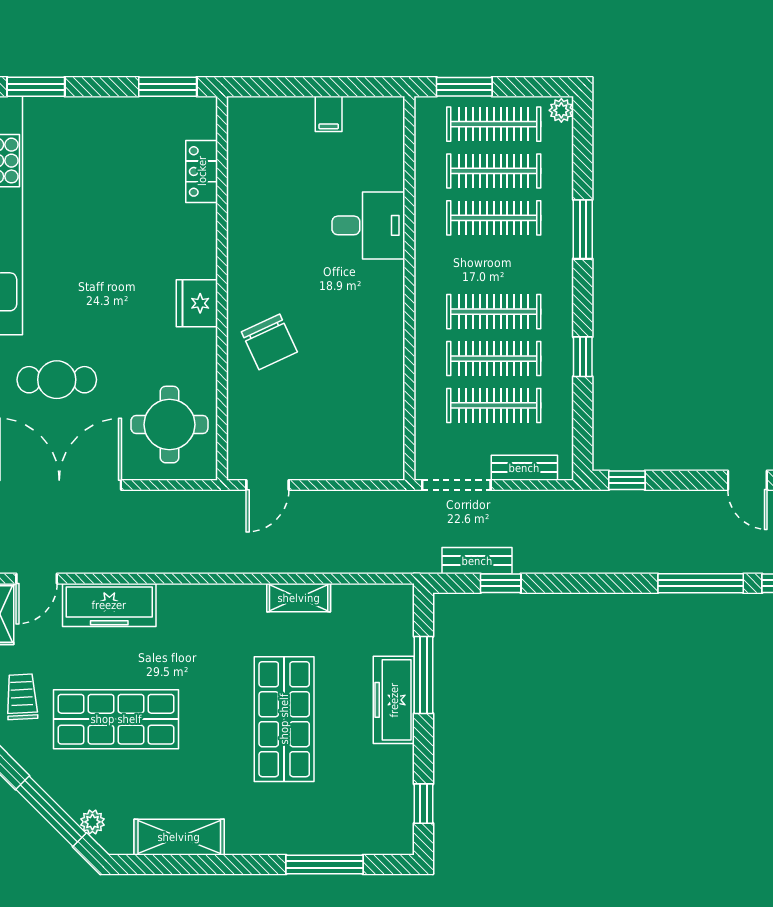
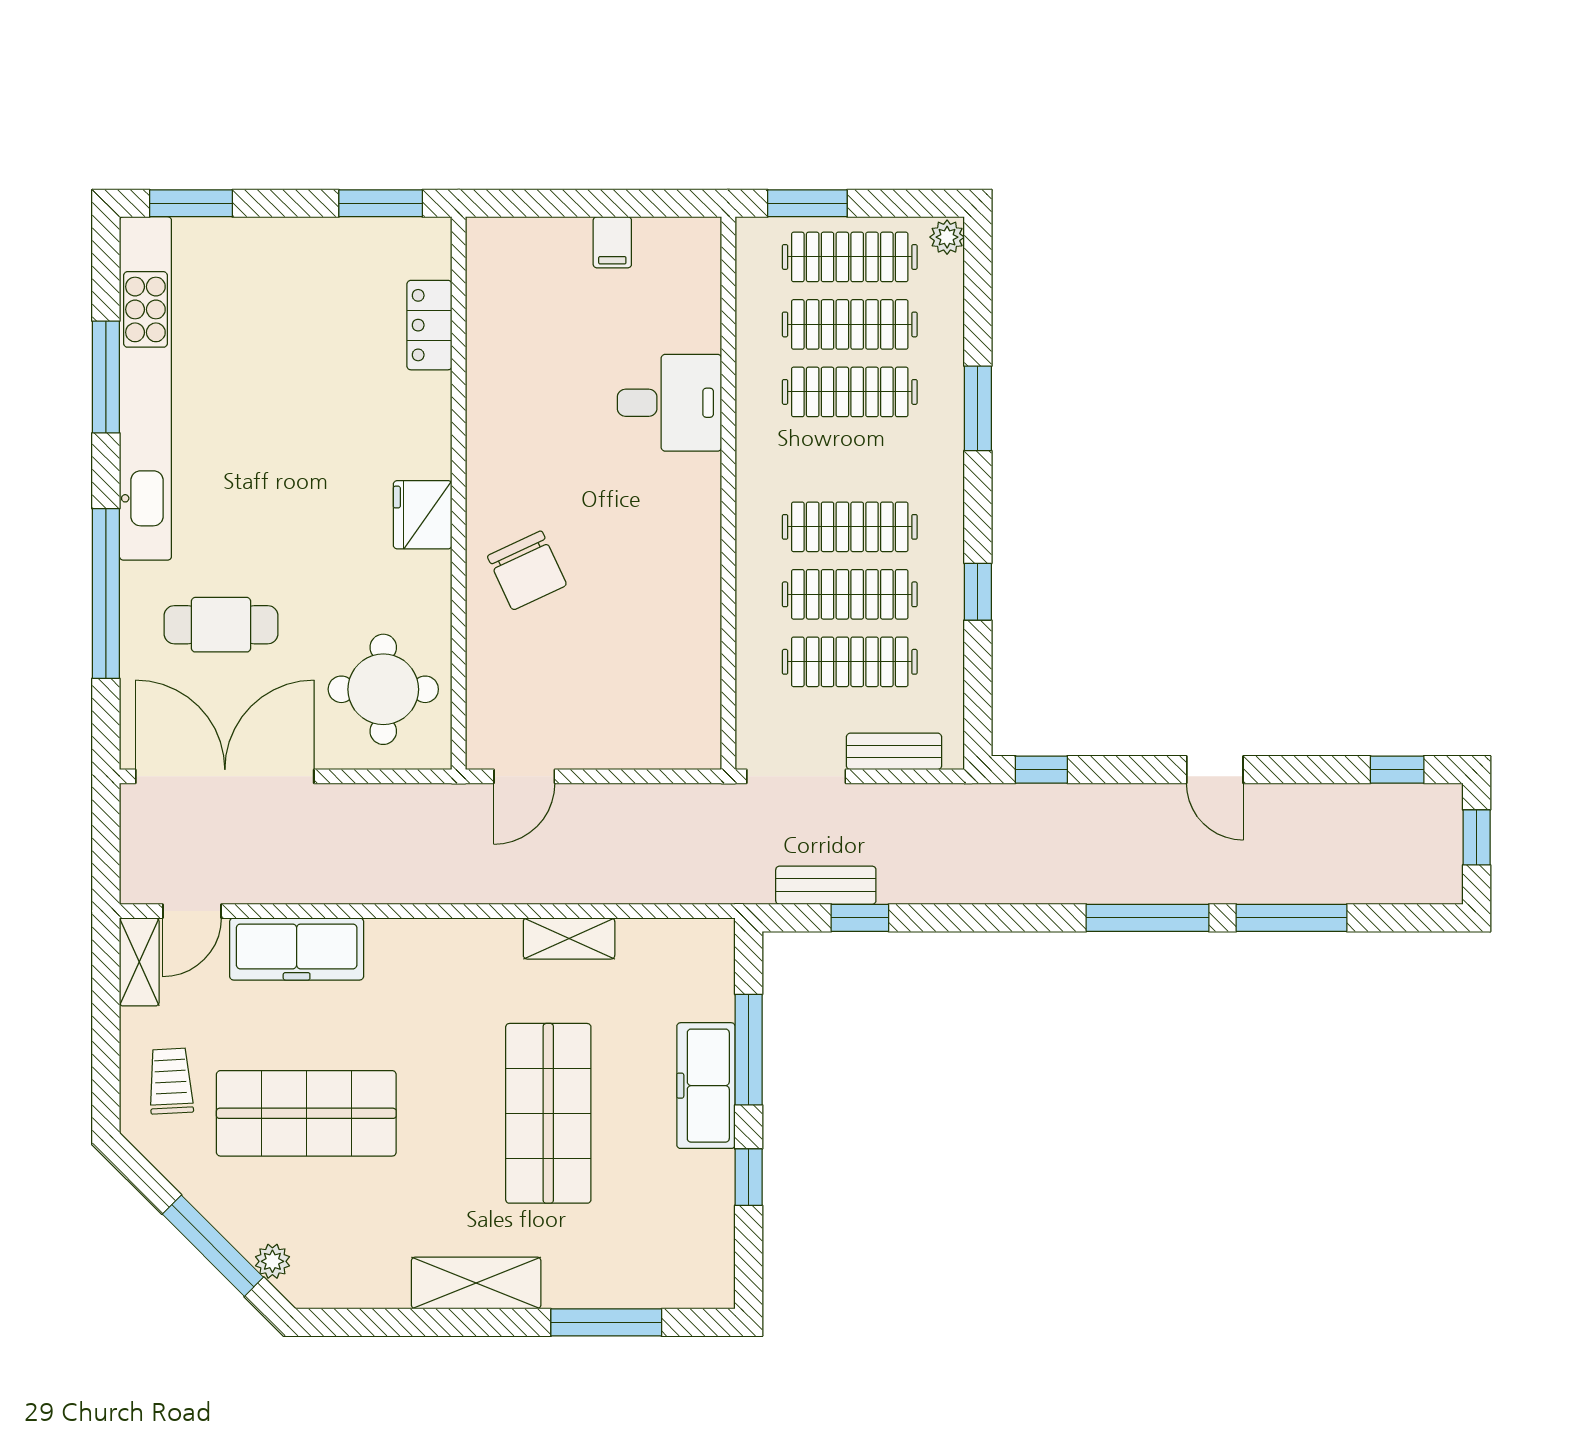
window: (423, 804) -> (749, 1177), moved
shelving: (179, 837) -> (476, 1283), moved

